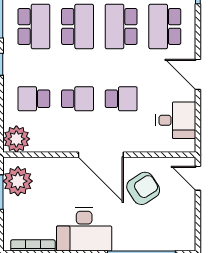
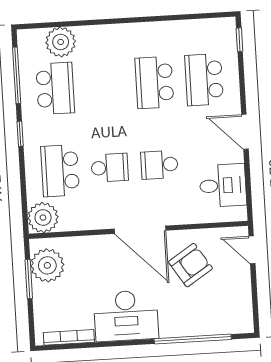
school desk: (78, 26) -> (105, 85), removed
school desk: (34, 99) -> (60, 171), width x1.85
school desk: (121, 99) -> (159, 165), turned 180

